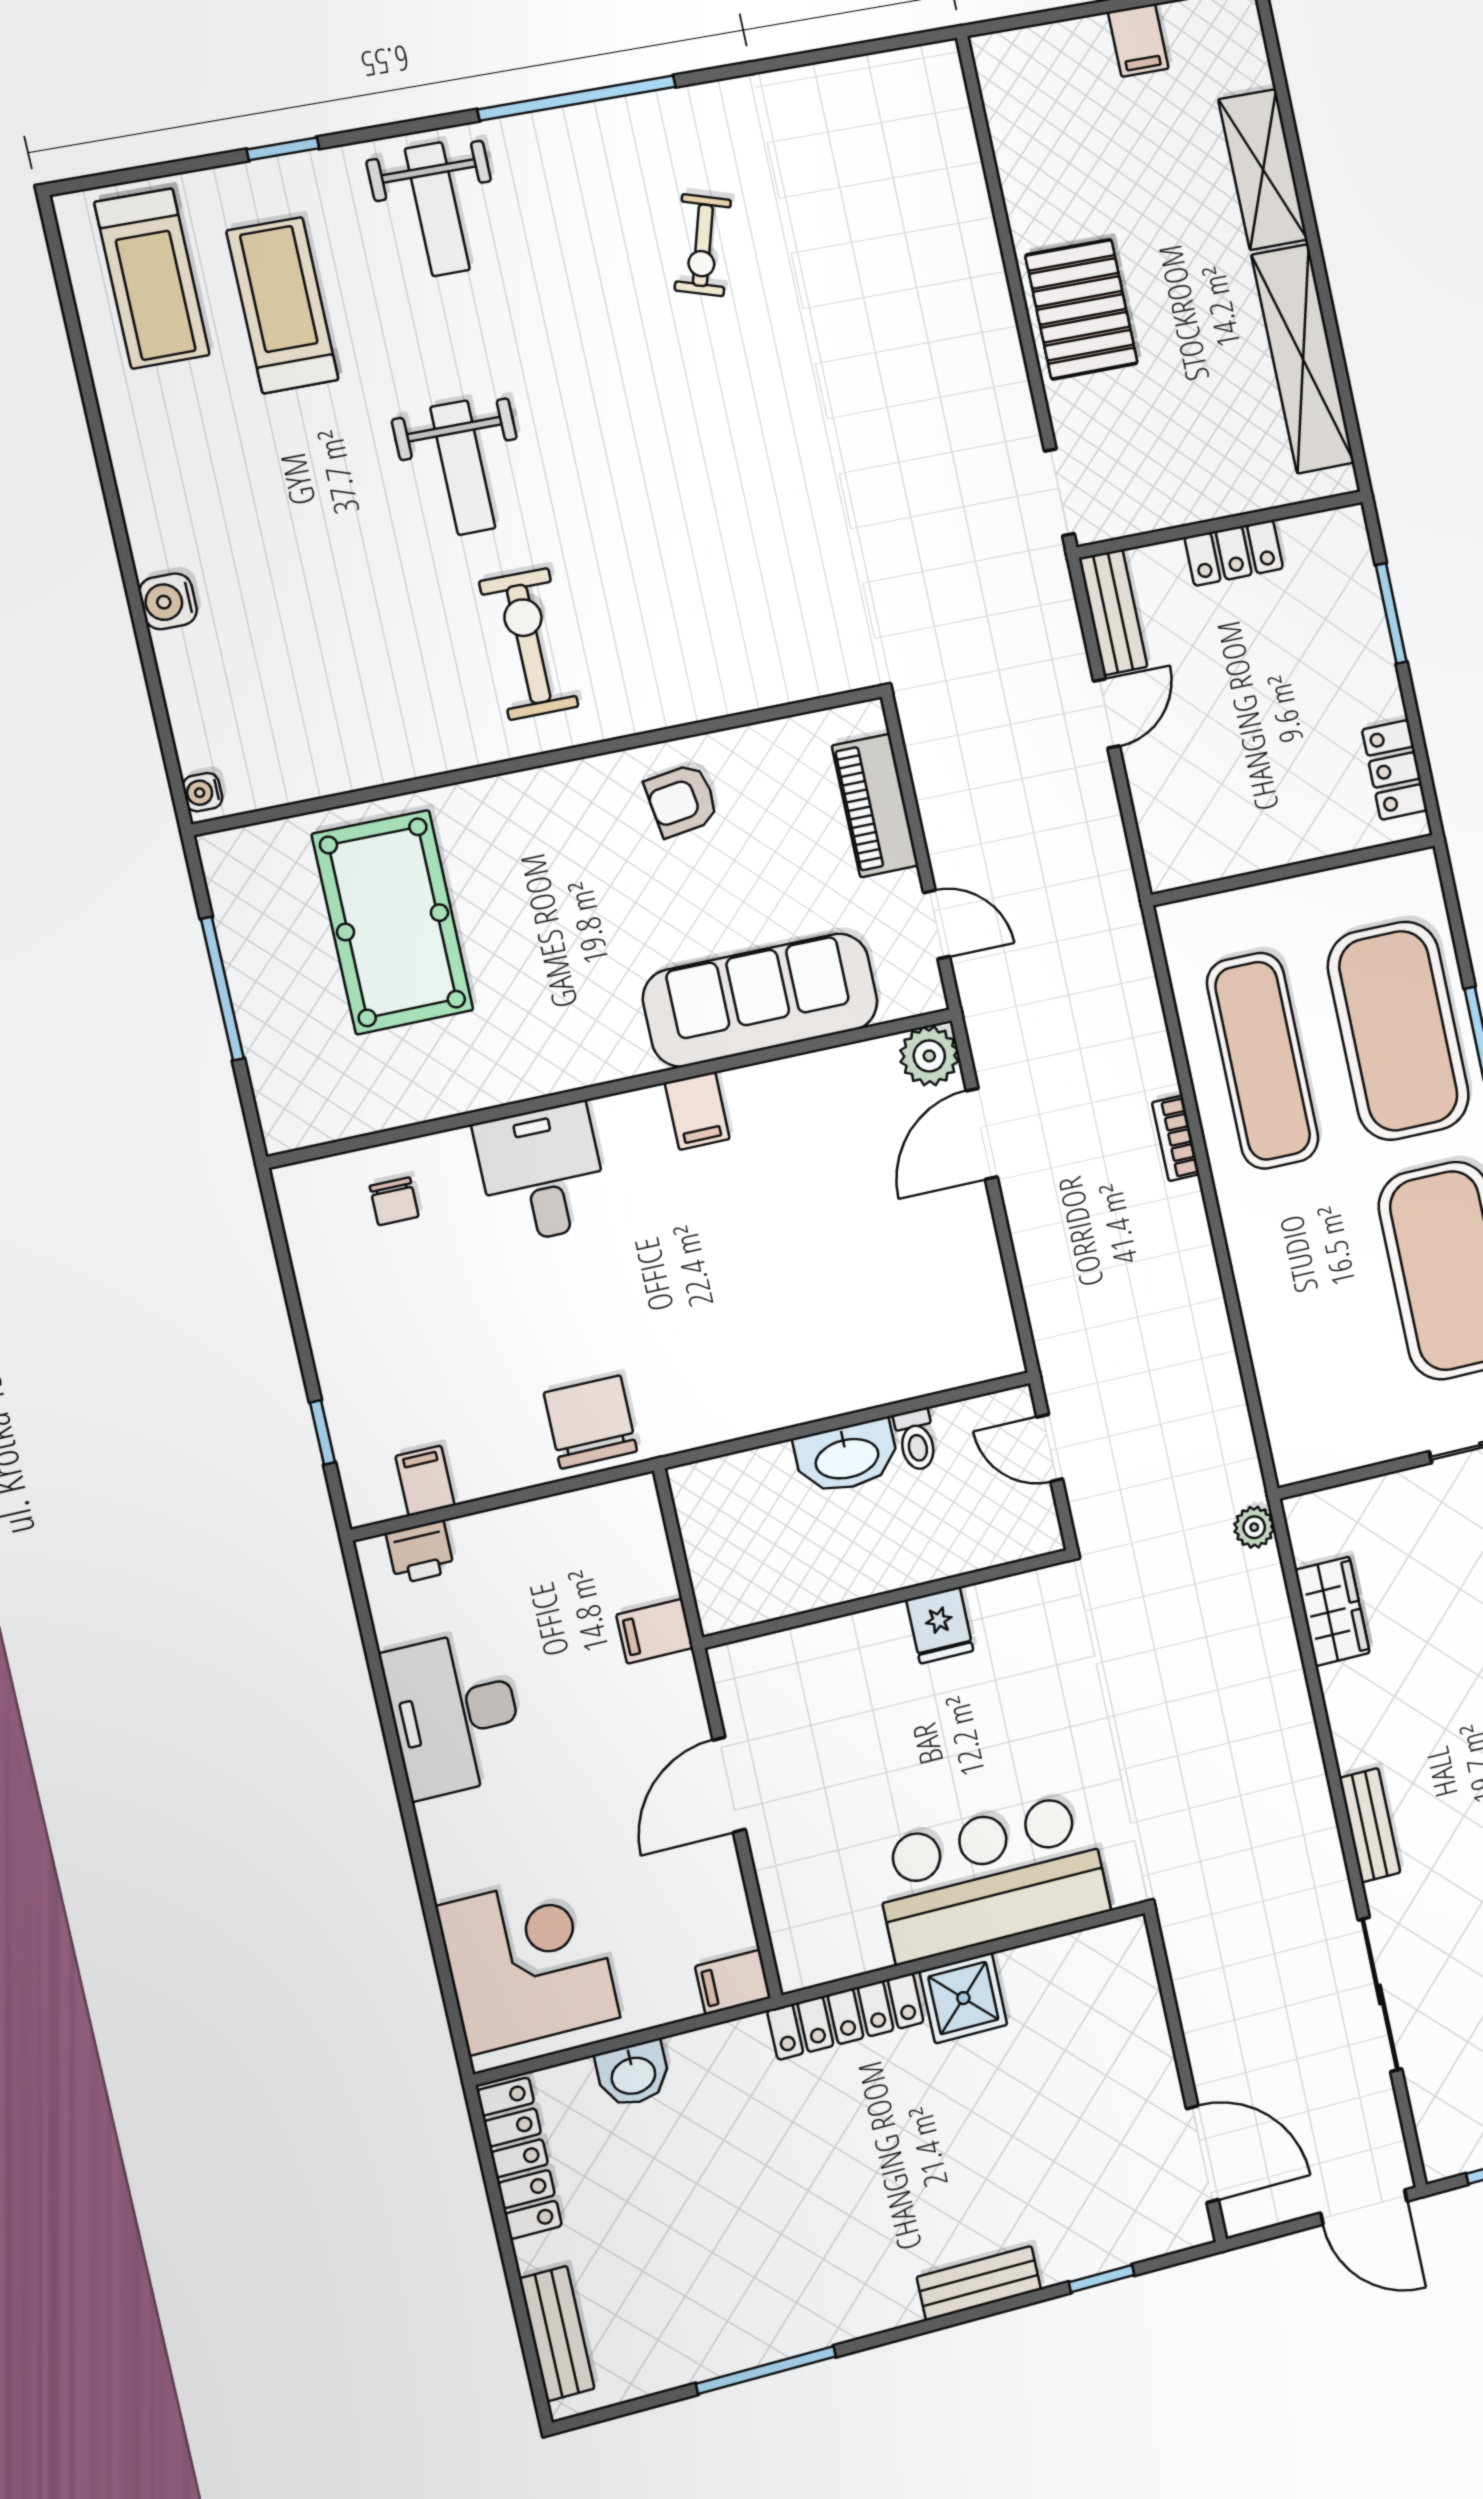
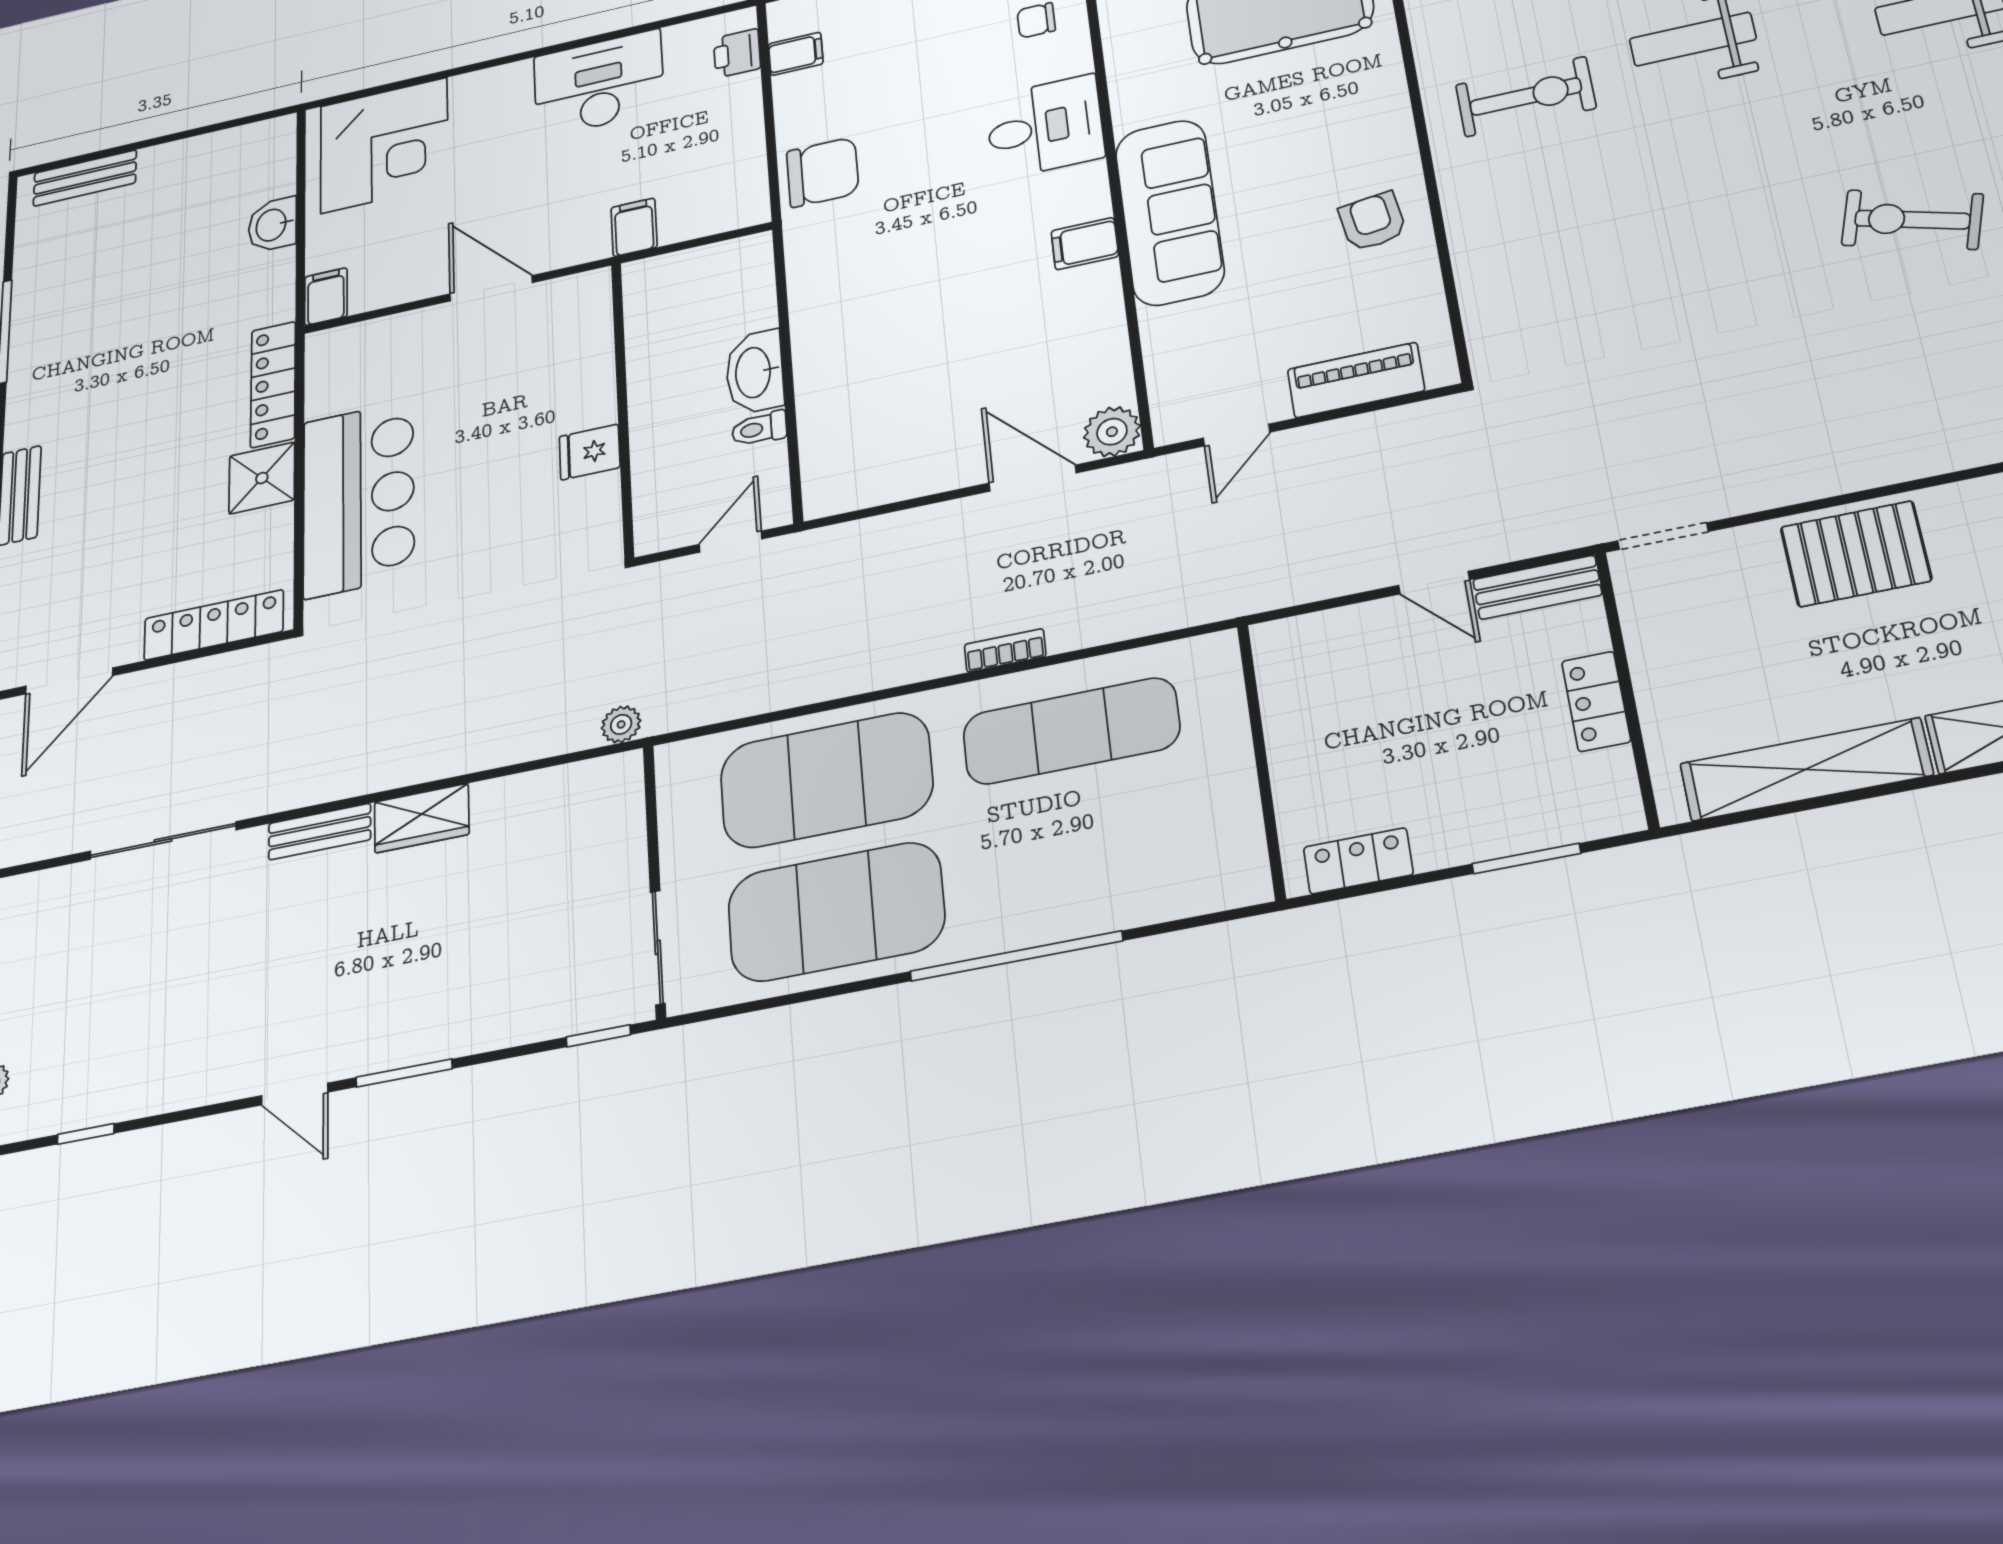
exercise bike: (703, 245) -> (1912, 220), width x1.38, depth x1.39
sofa: (760, 1000) -> (1169, 212), moved
exercise mat: (1398, 1031) -> (826, 780), moved
wardrobe: (1332, 1611) -> (422, 818), moved
locker: (519, 2158) -> (214, 625), moved, turned 180

